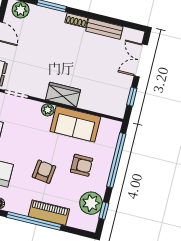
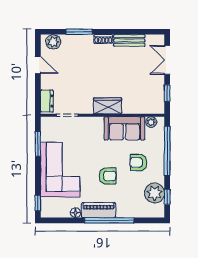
plant: (48, 110) -> (151, 122), moved
armchair: (82, 165) -> (138, 162), turned 180
armchair: (44, 172) -> (107, 176), turned 83
piano: (49, 213) -> (99, 210), moved

